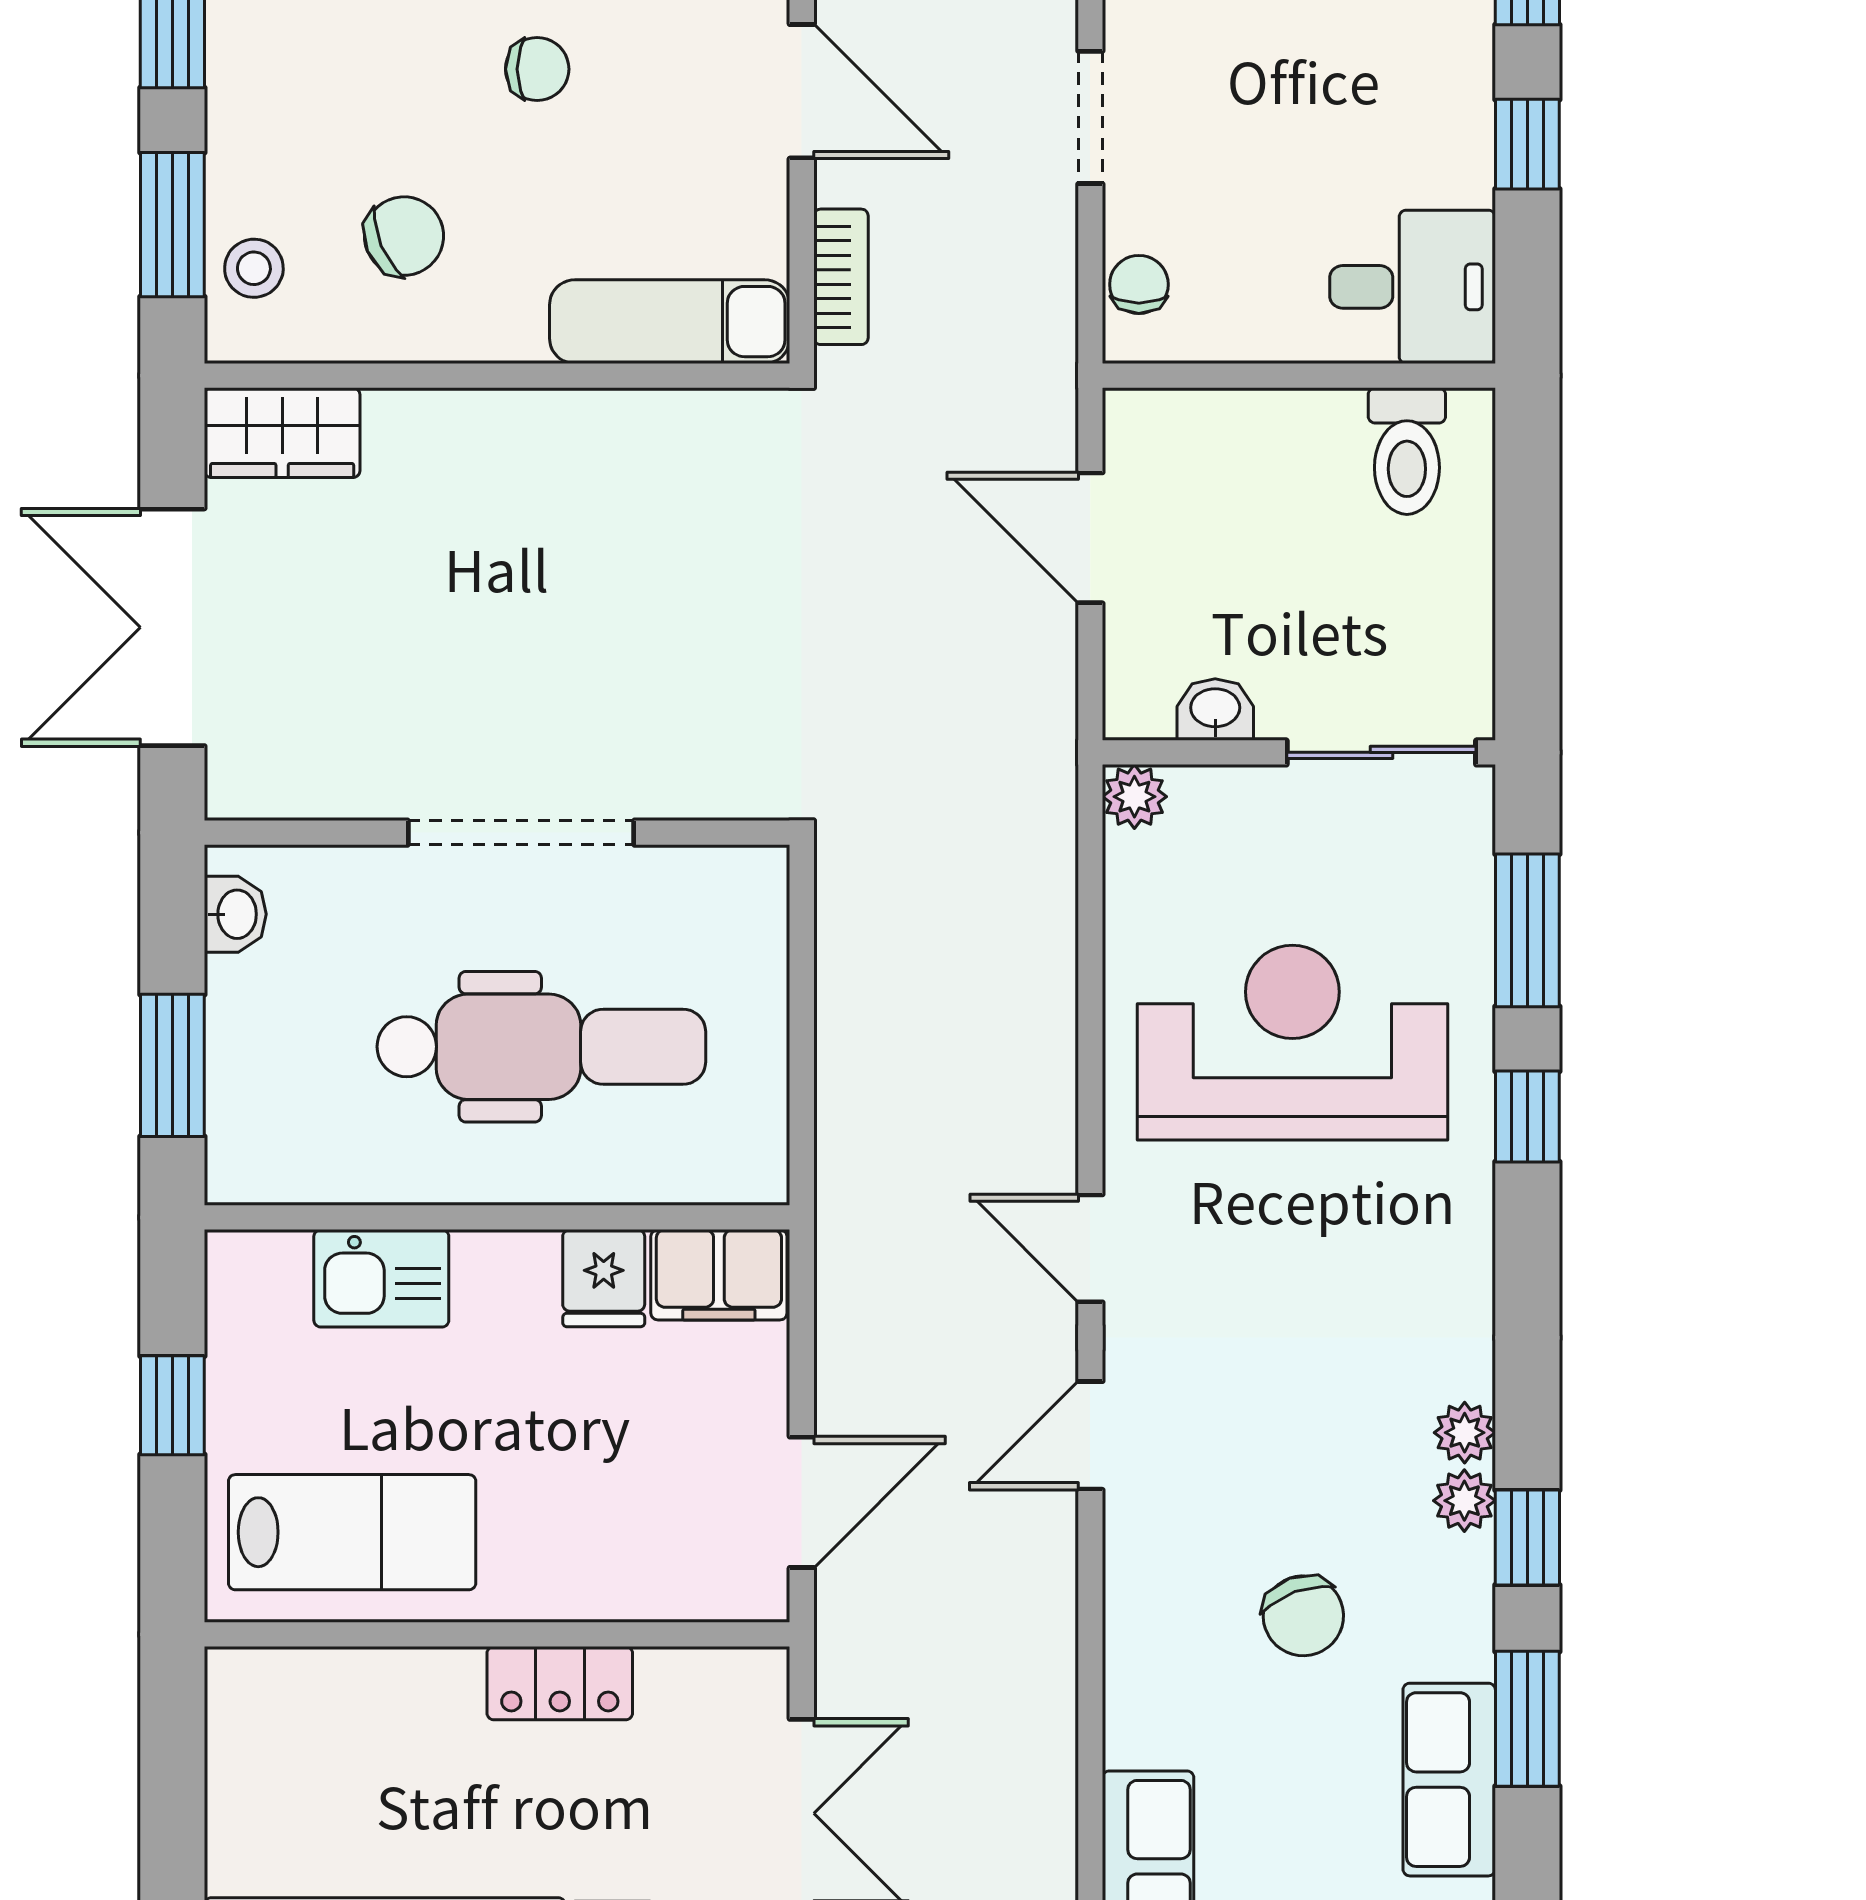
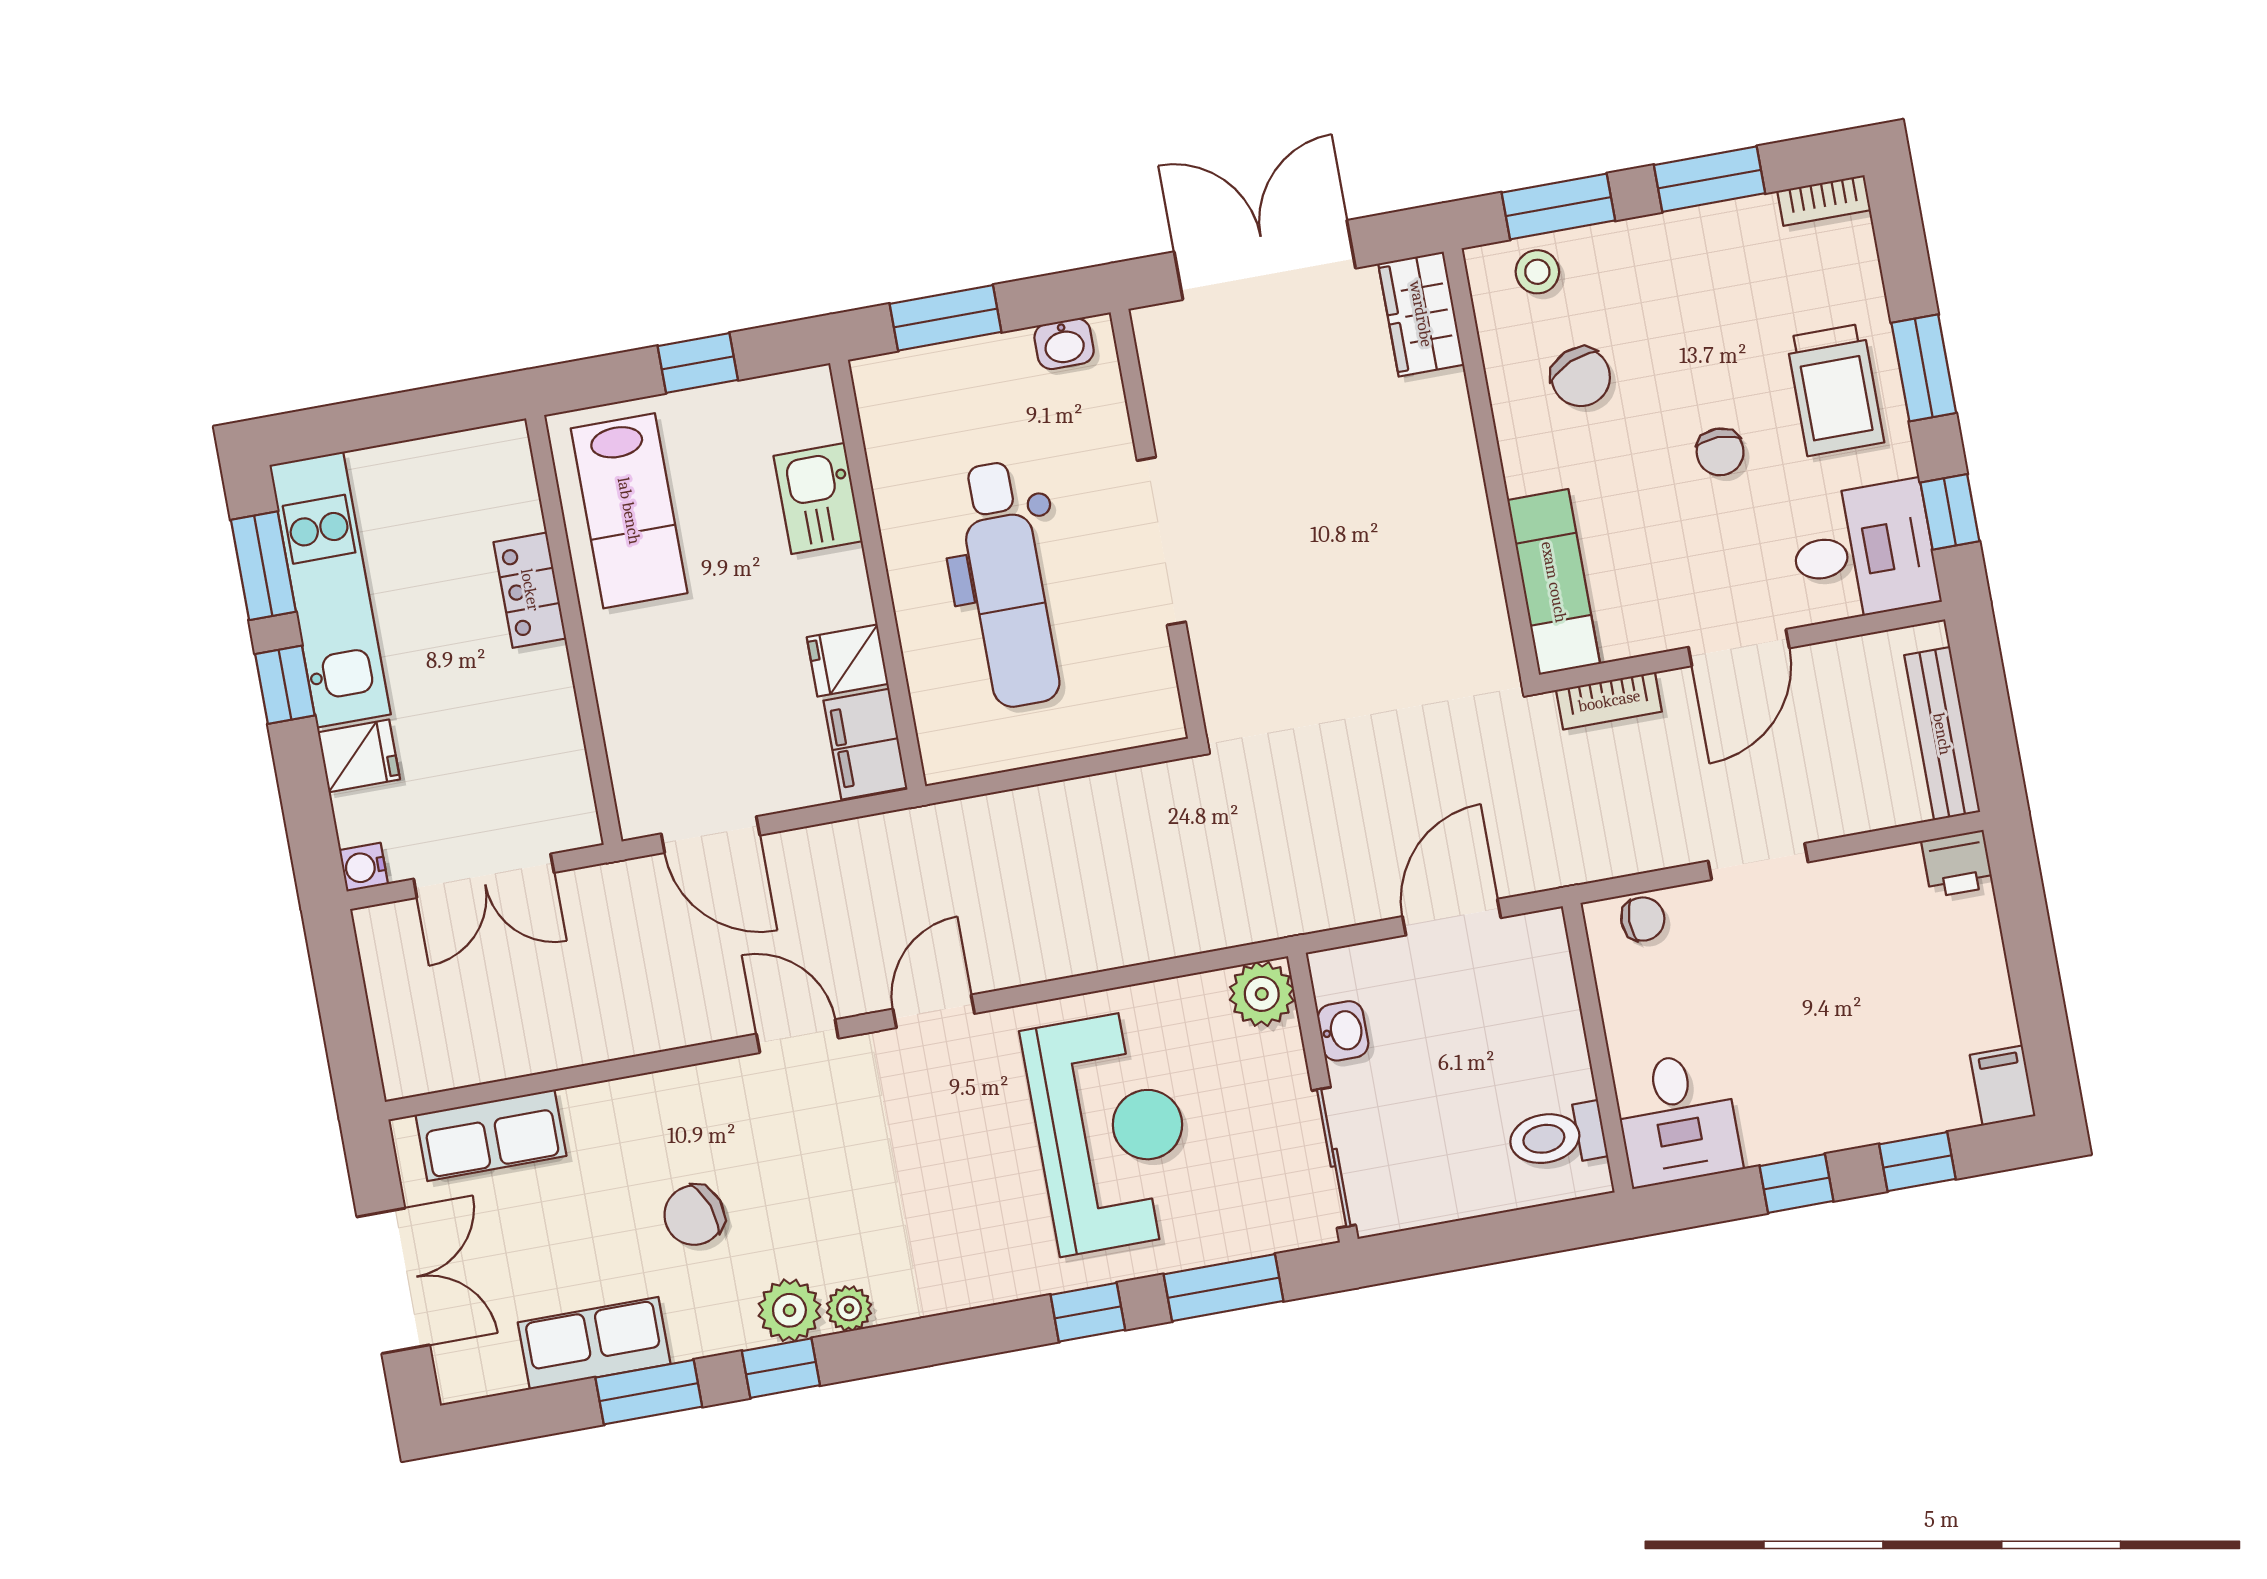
plant: (1134, 797) -> (1262, 994), width x1.38, depth x1.38
plant: (1464, 1501) -> (789, 1310), width x1.38, depth x1.38
locker: (560, 1683) -> (530, 590), moved

